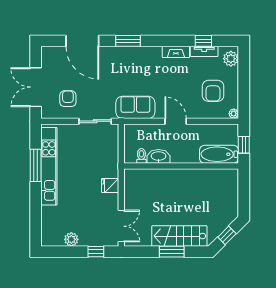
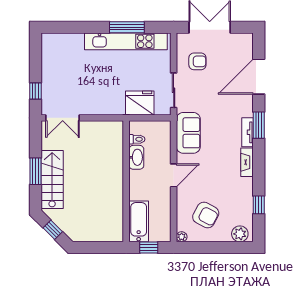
tv unit: (204, 51) -> (248, 132), moved
fireplace: (176, 52) -> (247, 162), moved
armchair: (213, 91) -> (206, 215), turned -152
fridge: (110, 185) -> (140, 103), moved, width x1.88, depth x1.34
plant: (71, 239) -> (48, 65), removed

